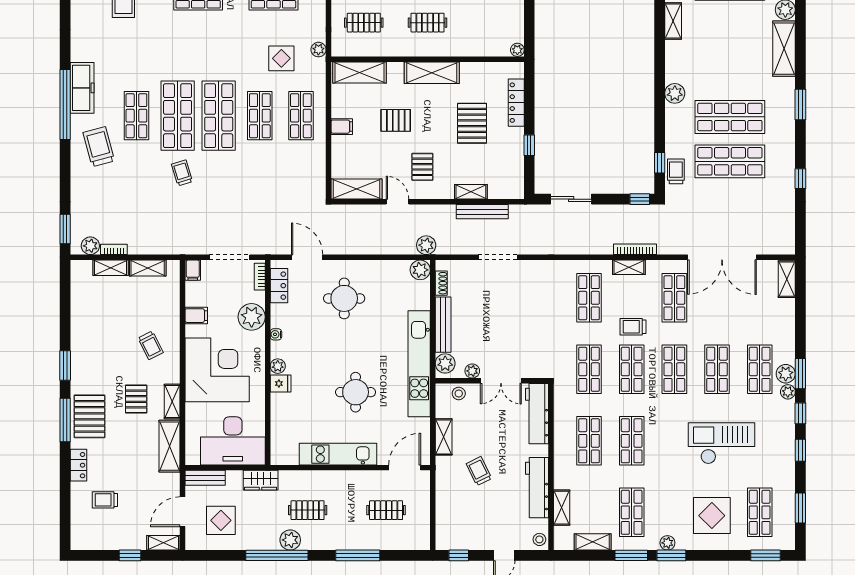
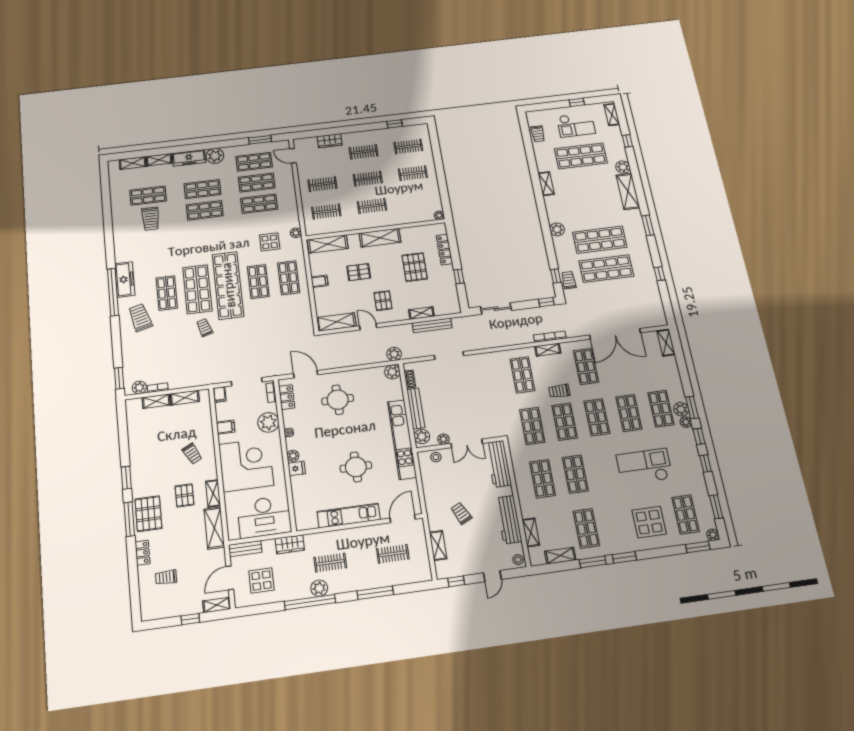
shop shelf: (219, 116) -> (228, 285), width x1.40
shelving: (444, 437) -> (438, 545), moved
plant: (667, 543) -> (713, 535), moved

